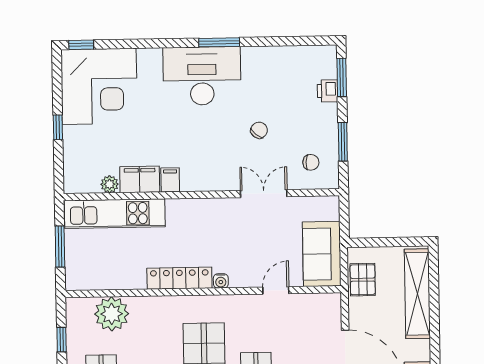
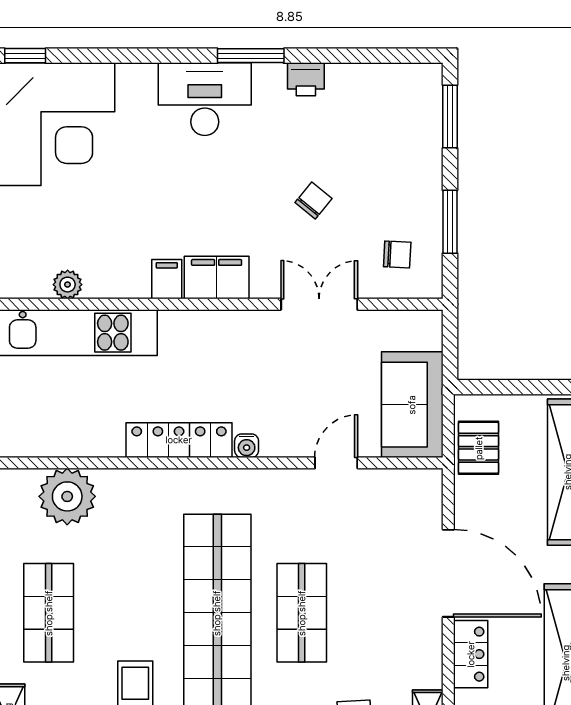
desk: (202, 76) -> (205, 99), width x0.73, depth x0.77
printer: (328, 91) -> (306, 79), moved, turned -90
filing cabinet: (140, 179) -> (217, 278), moved

